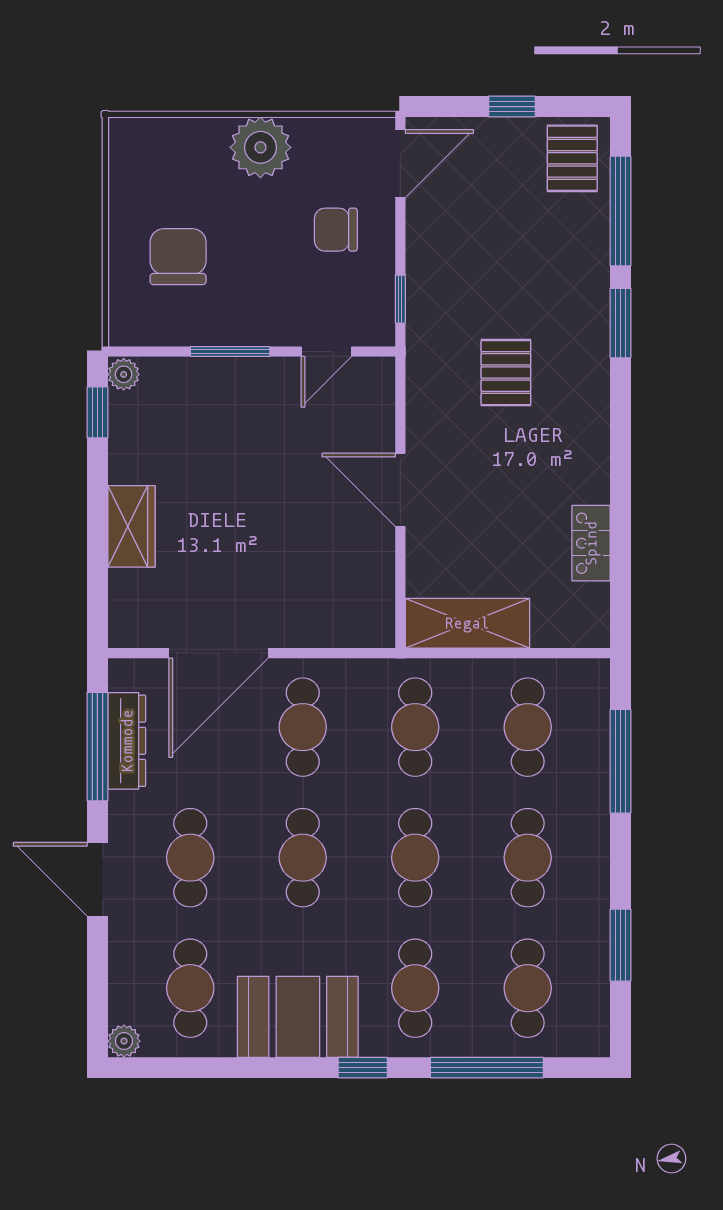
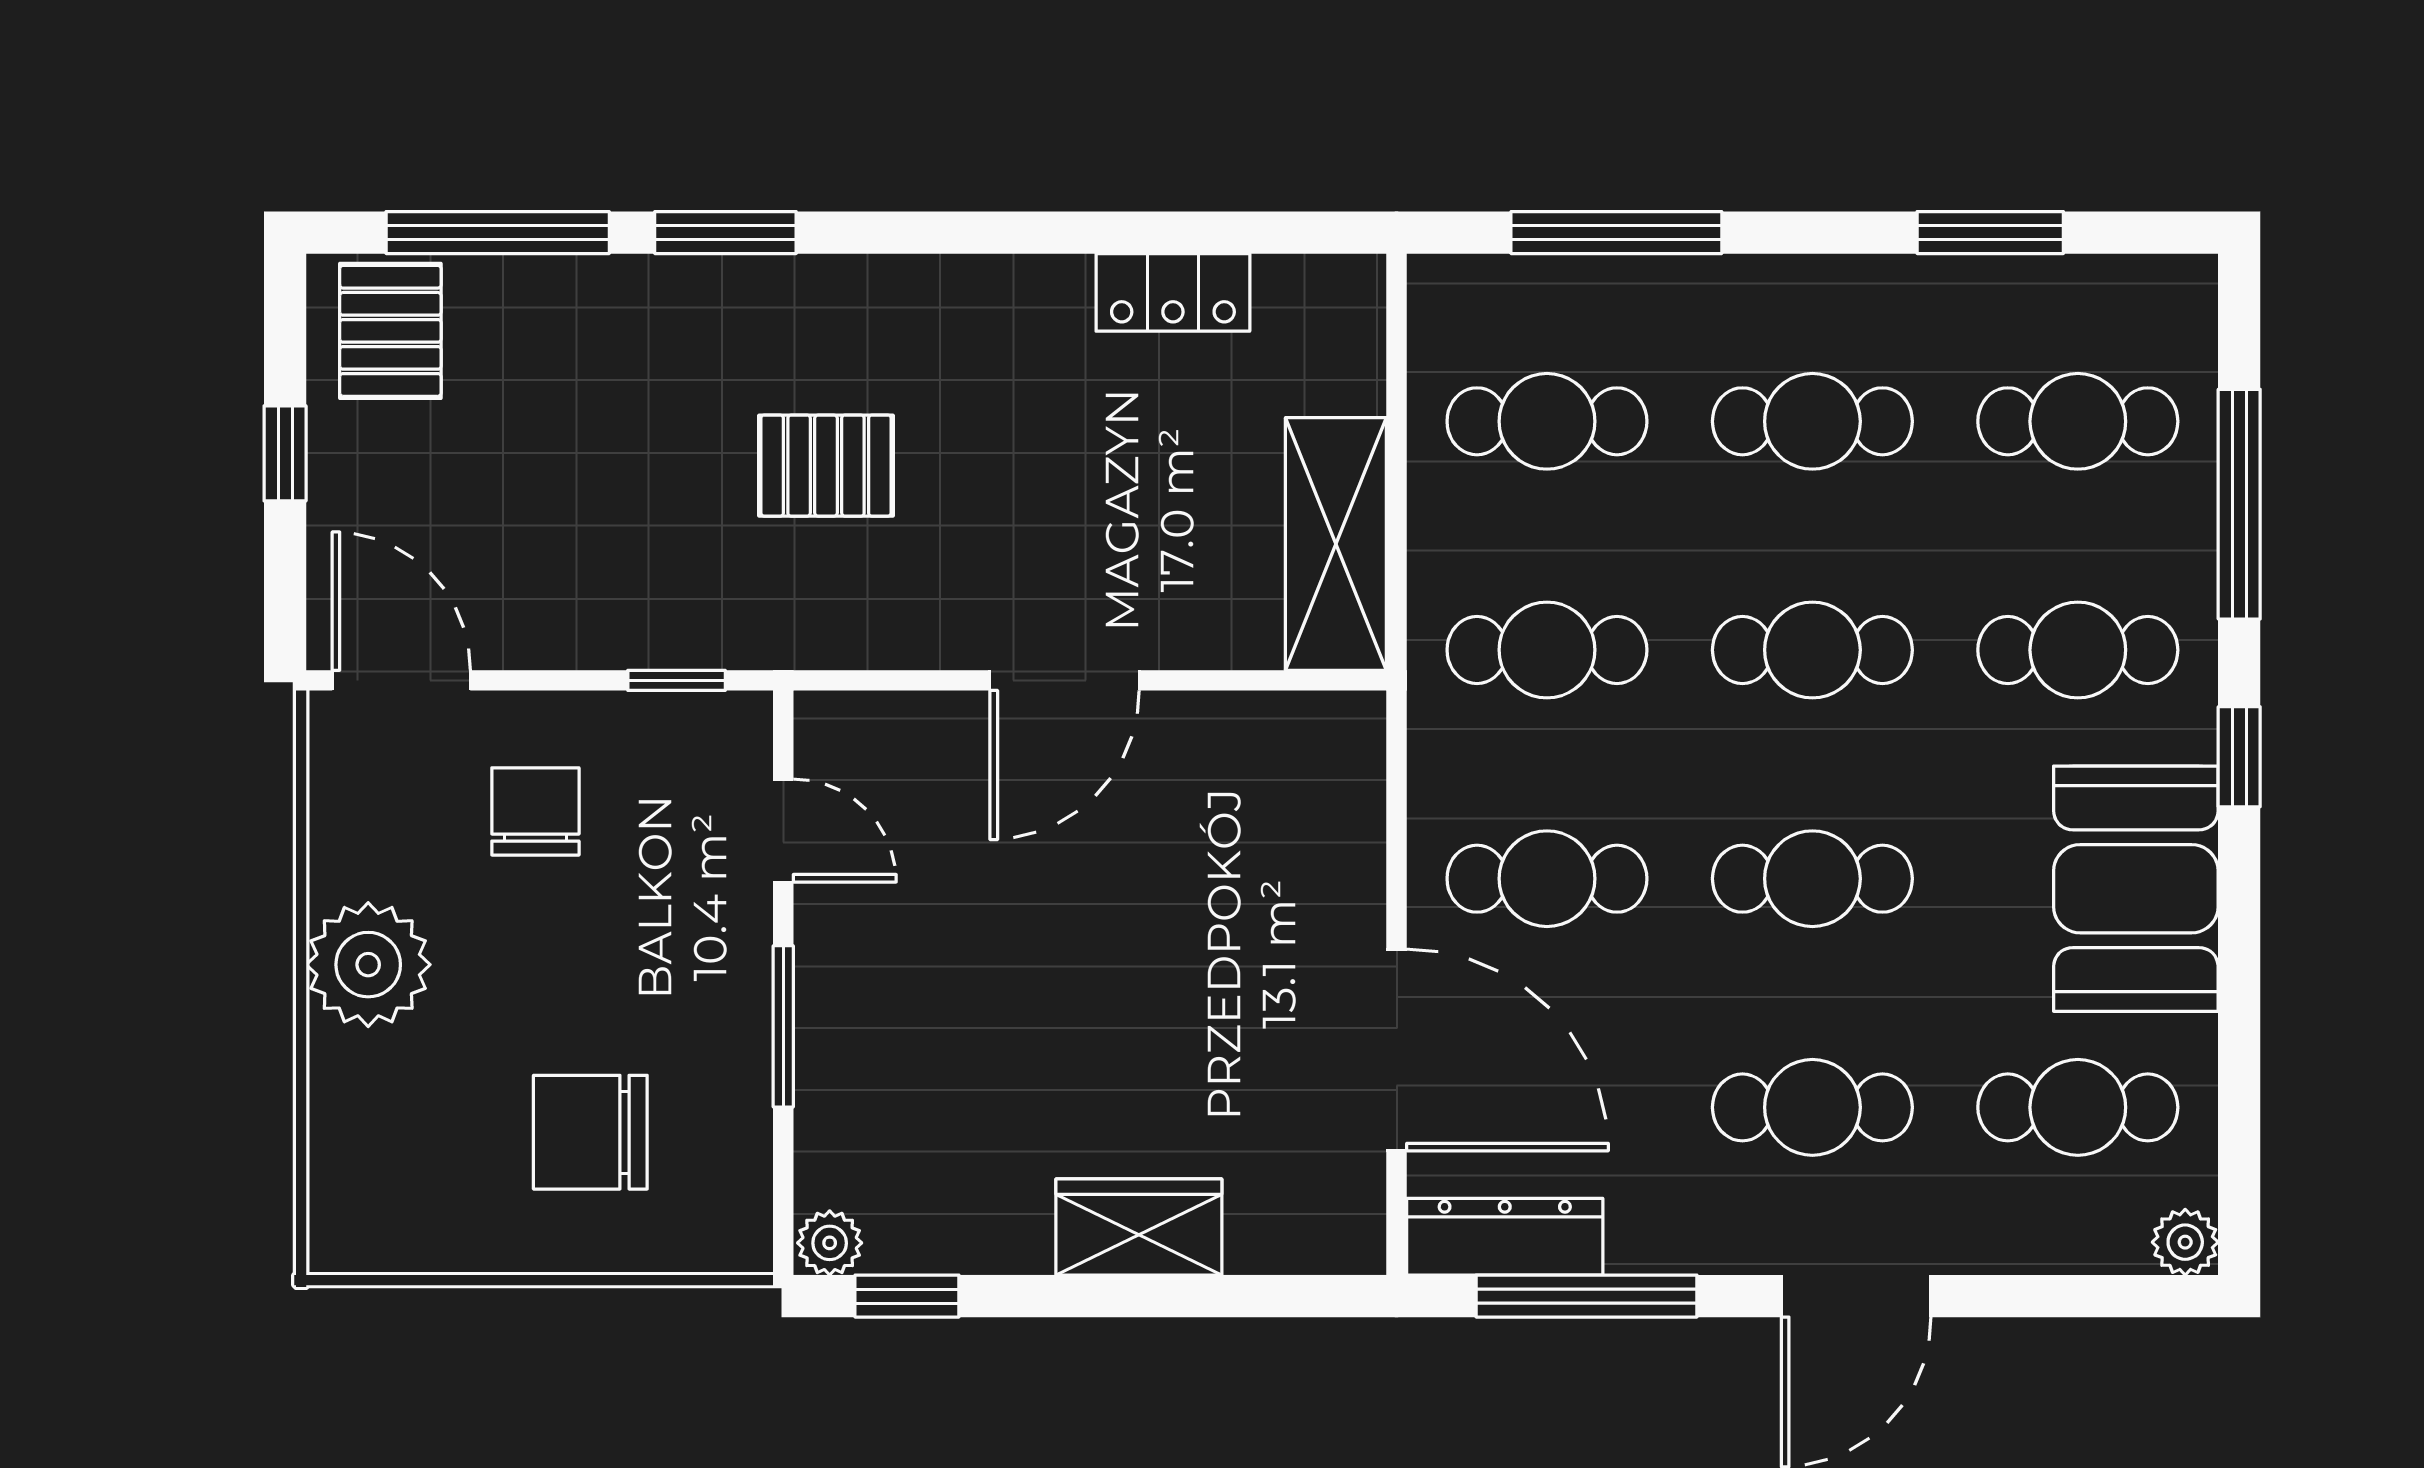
pallet: (572, 158) -> (390, 331), turned 90
chair: (336, 230) -> (535, 811), turned 180
dresser: (127, 741) -> (1505, 1237), moved

